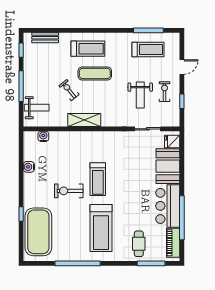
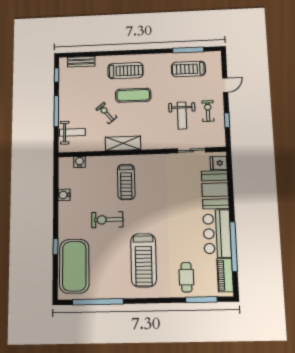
treadmill: (148, 50) -> (188, 69), turned 180
treadmill: (98, 179) -> (126, 182), moved
window: (78, 263) -> (98, 302), moved

